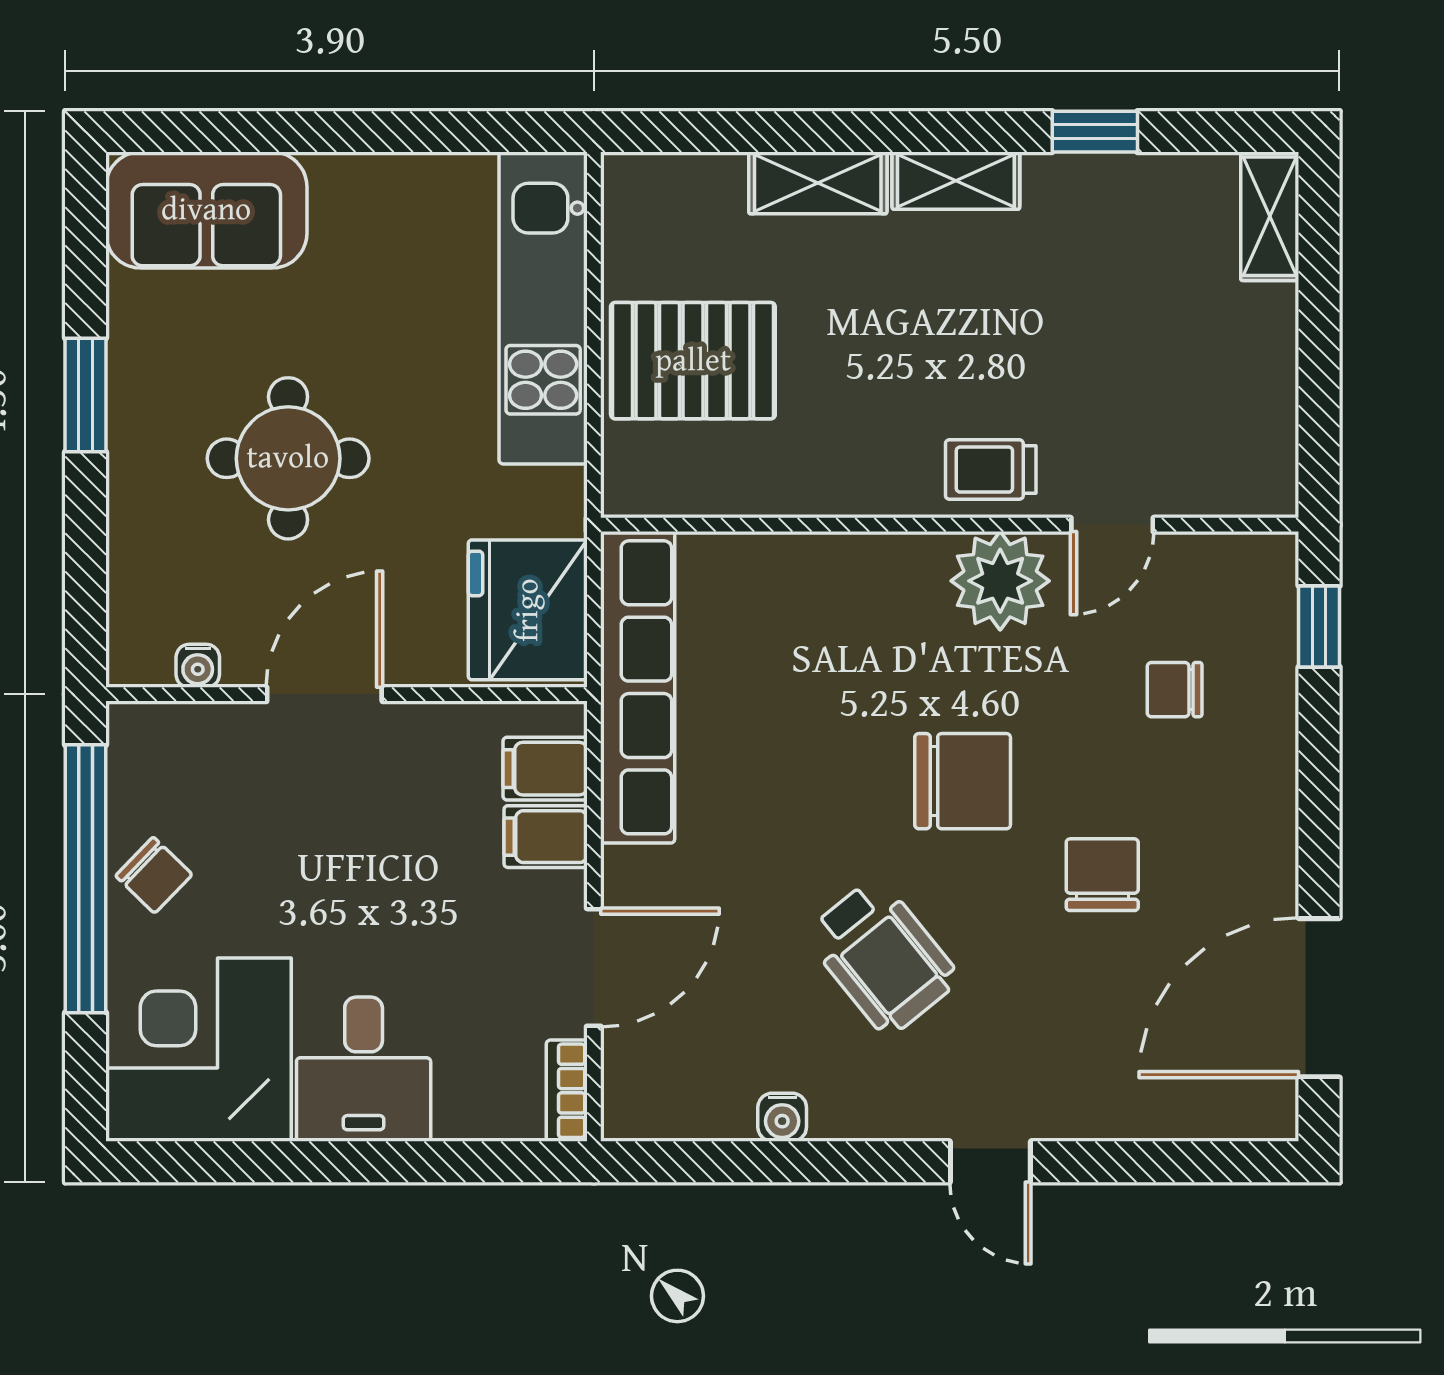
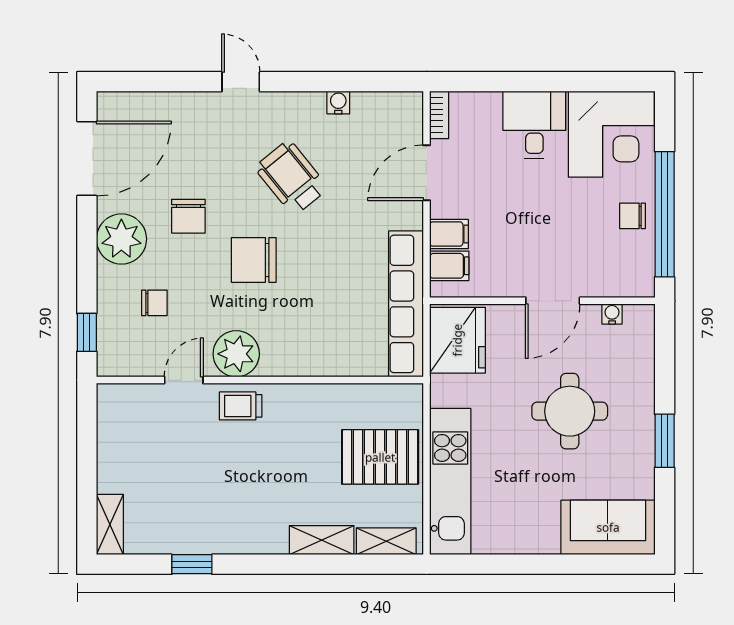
shelving: (956, 181) -> (386, 541), moved
trolley: (991, 470) -> (241, 406), turned 180
plant: (1245, 826) -> (121, 239), added
chair: (154, 875) -> (633, 216), turned -44

